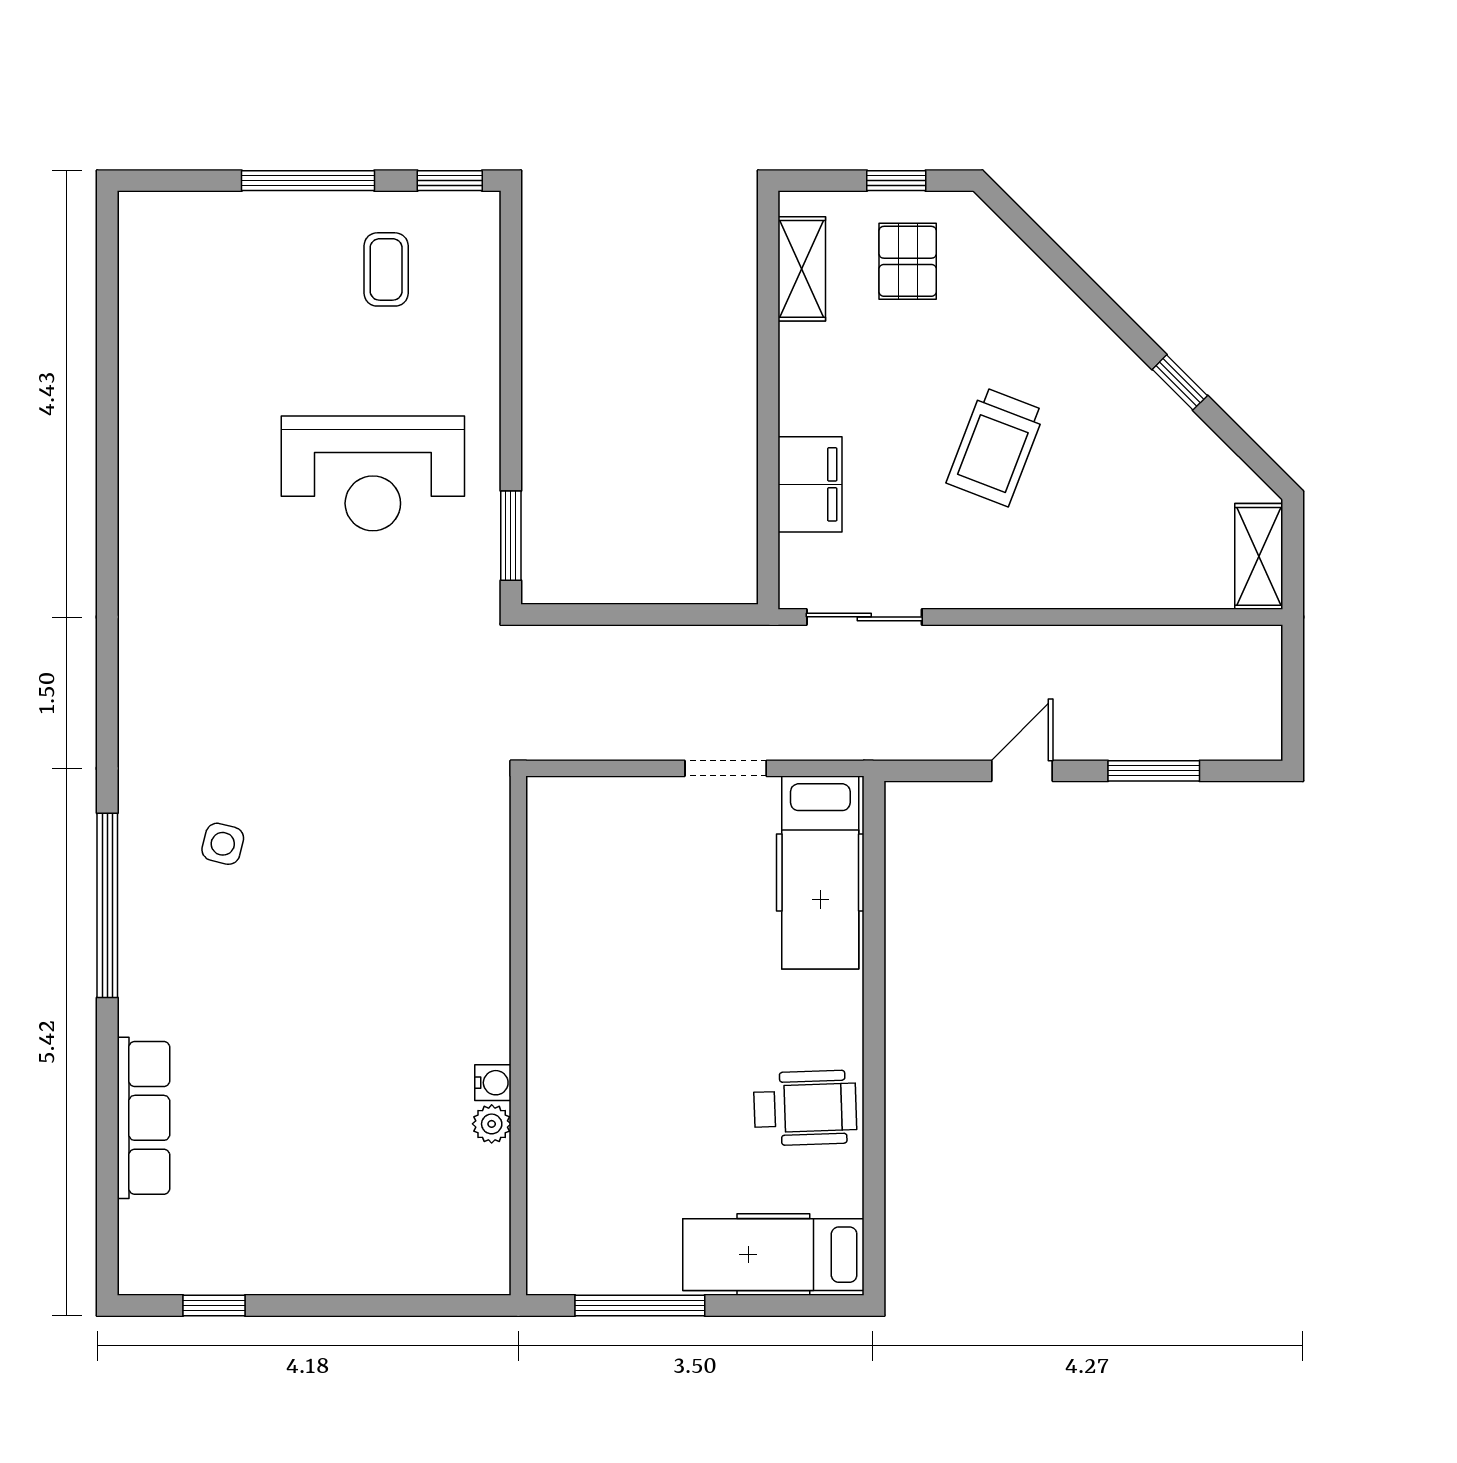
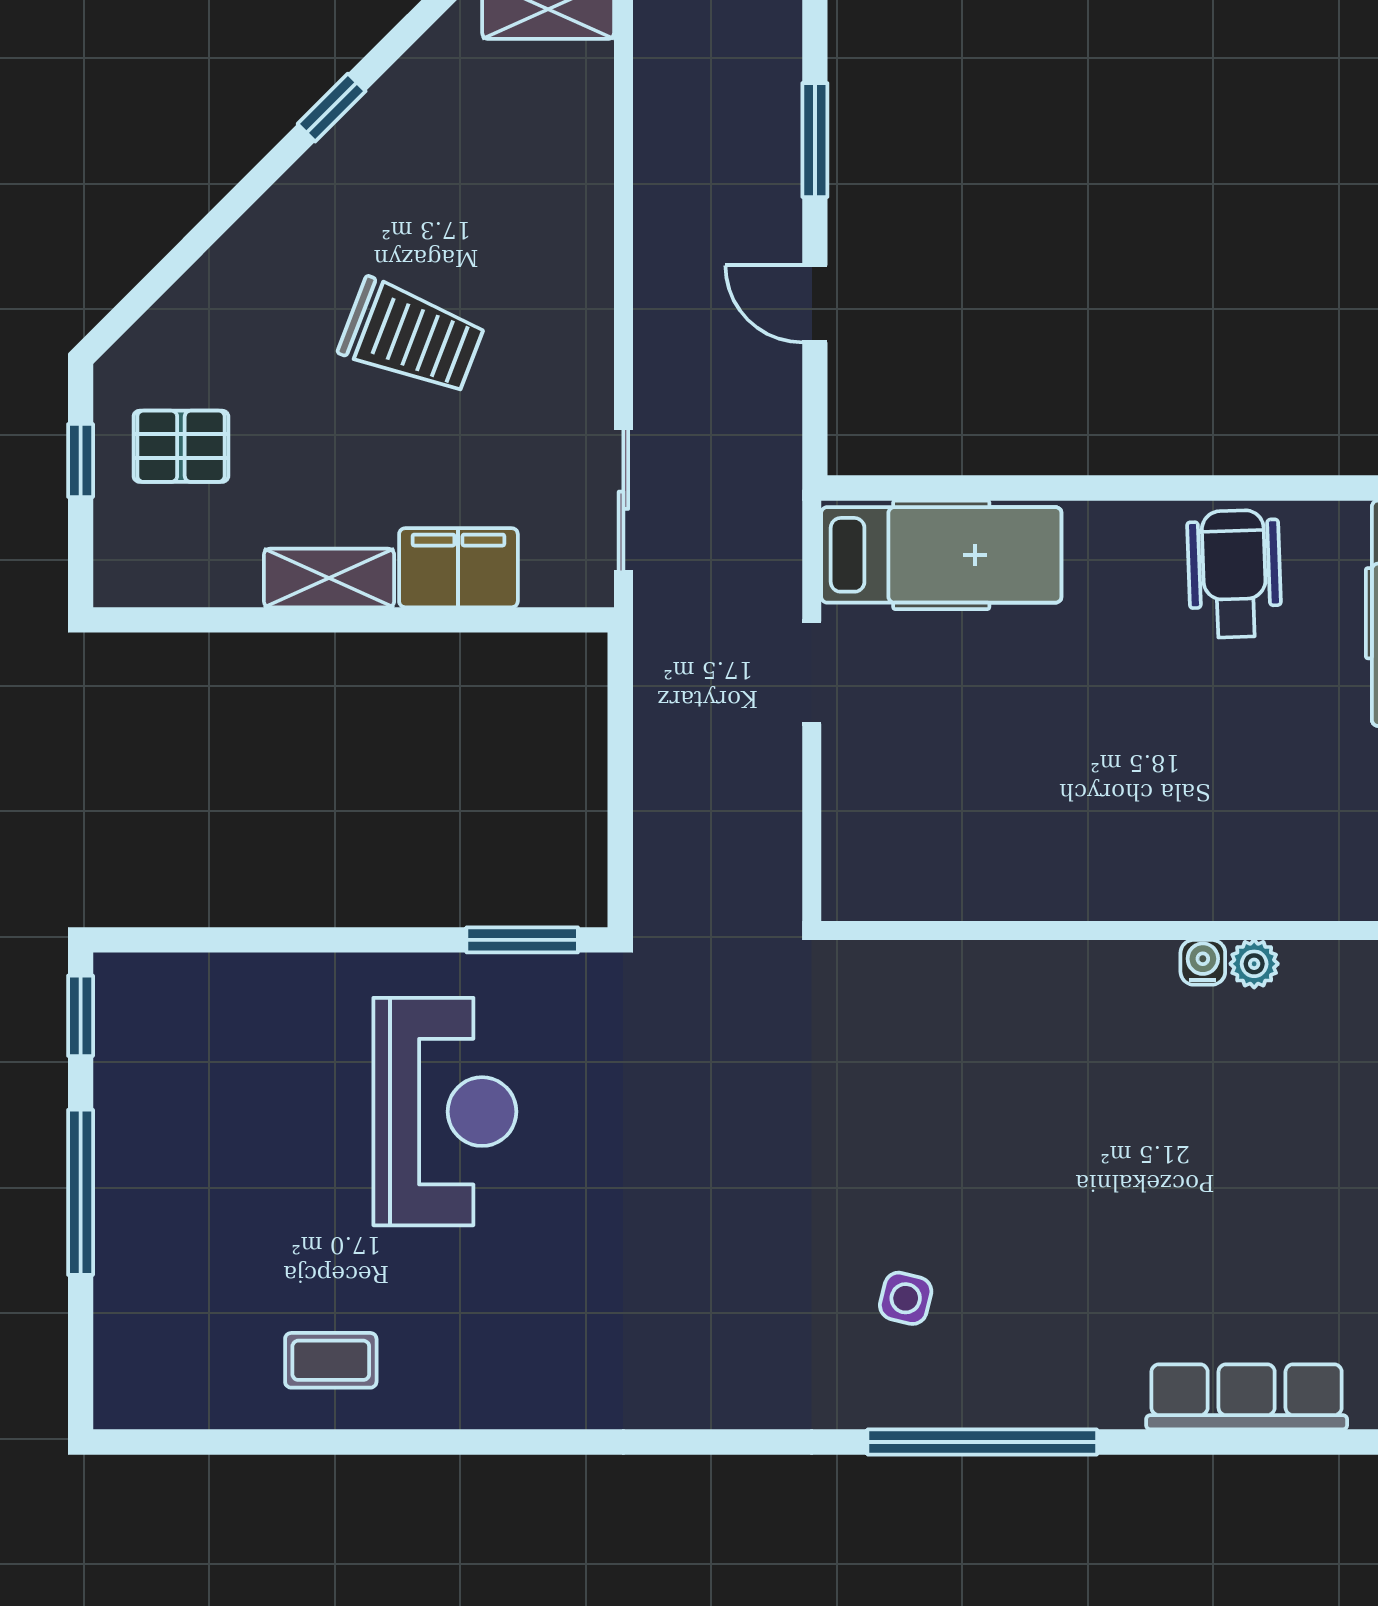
coffee table: (386, 269) -> (331, 1360), moved
shelving: (802, 269) -> (329, 578), moved

